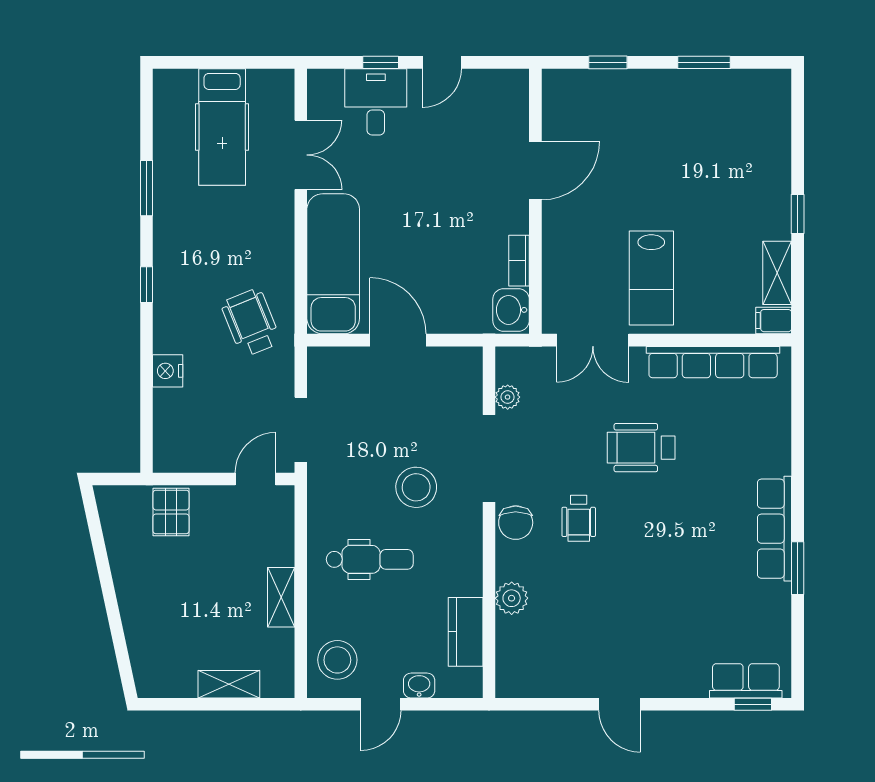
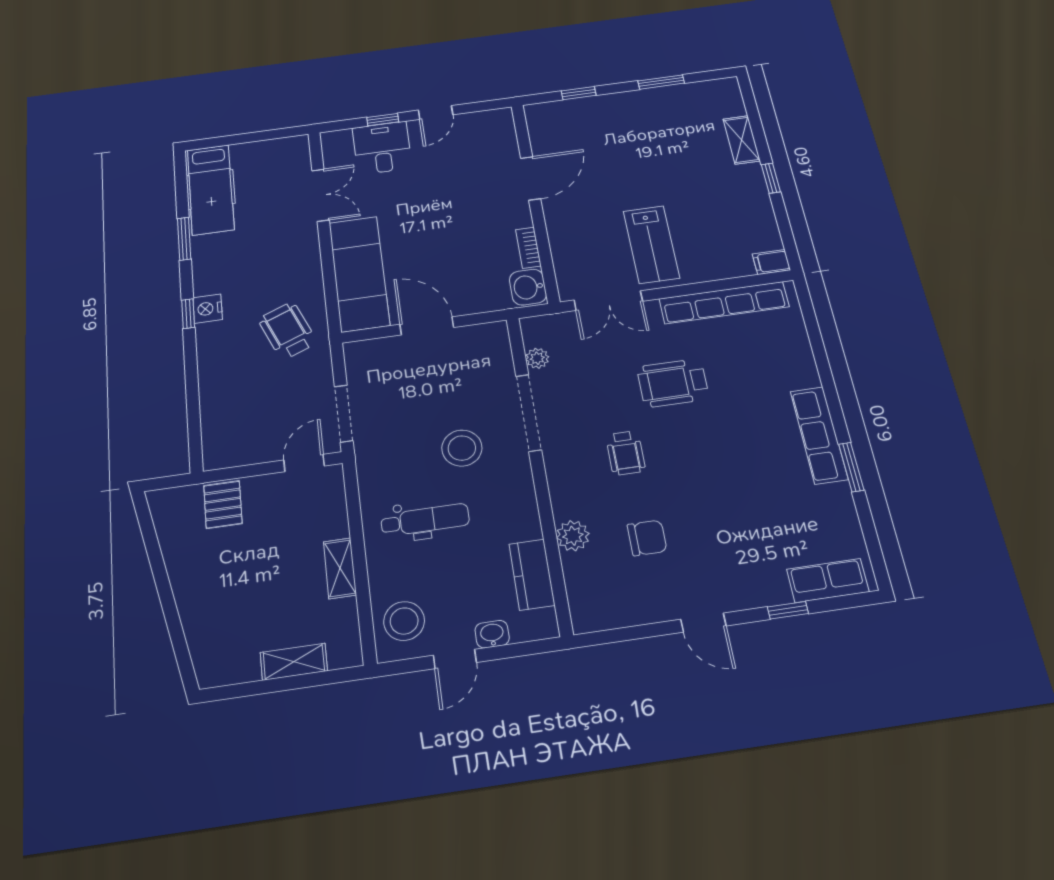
hospital bed: (222, 127) -> (211, 189), moved
shelving: (777, 273) -> (742, 140), moved
nightstand: (168, 371) -> (208, 309), moved
chair: (516, 523) -> (647, 538), moved, turned -90
window: (753, 704) -> (788, 610), moved

